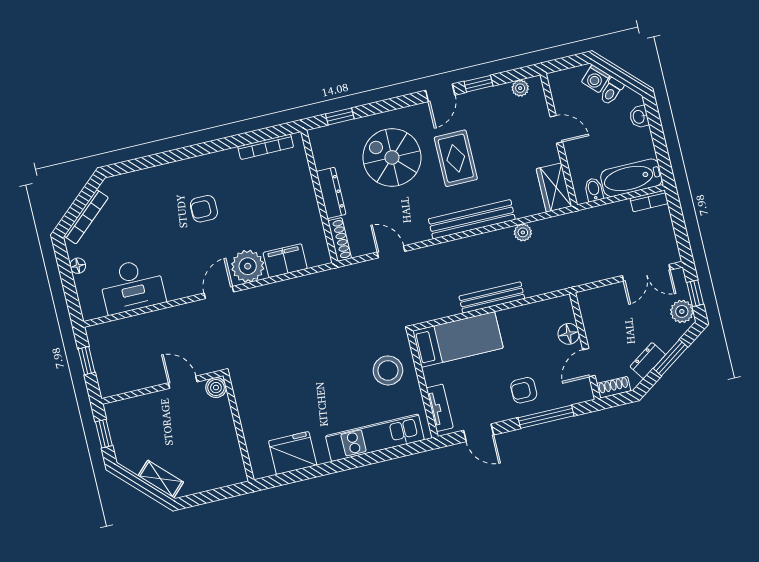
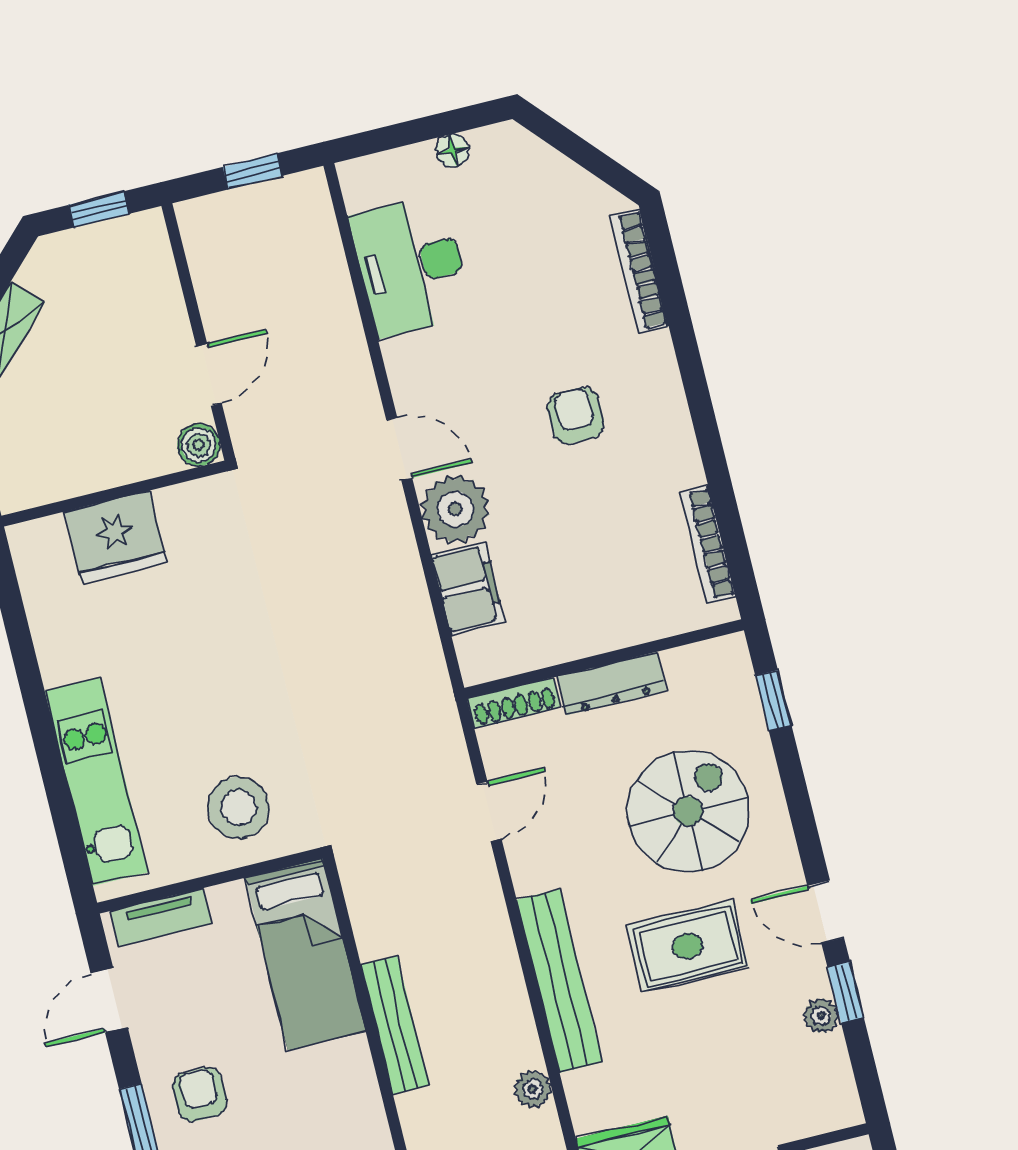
plant: (520, 88) -> (821, 1016), moved
bookcase: (86, 217) -> (639, 271), moved, turned 42
fridge: (293, 453) -> (116, 537), moved, turned 90

